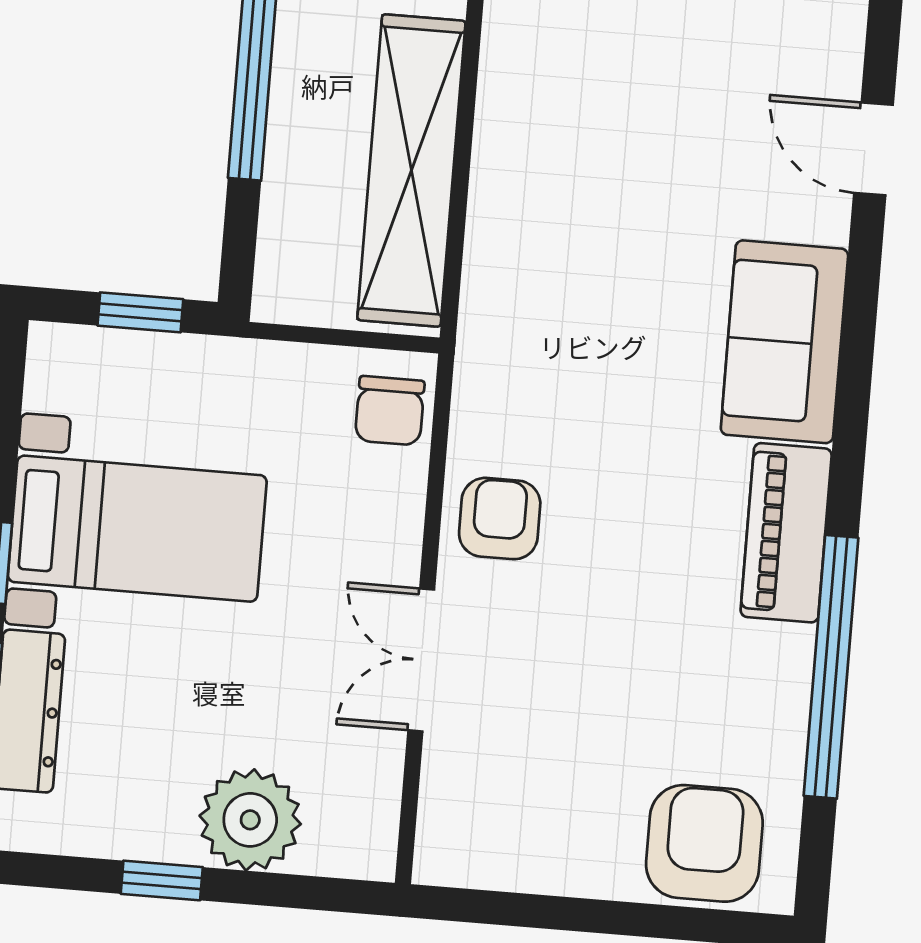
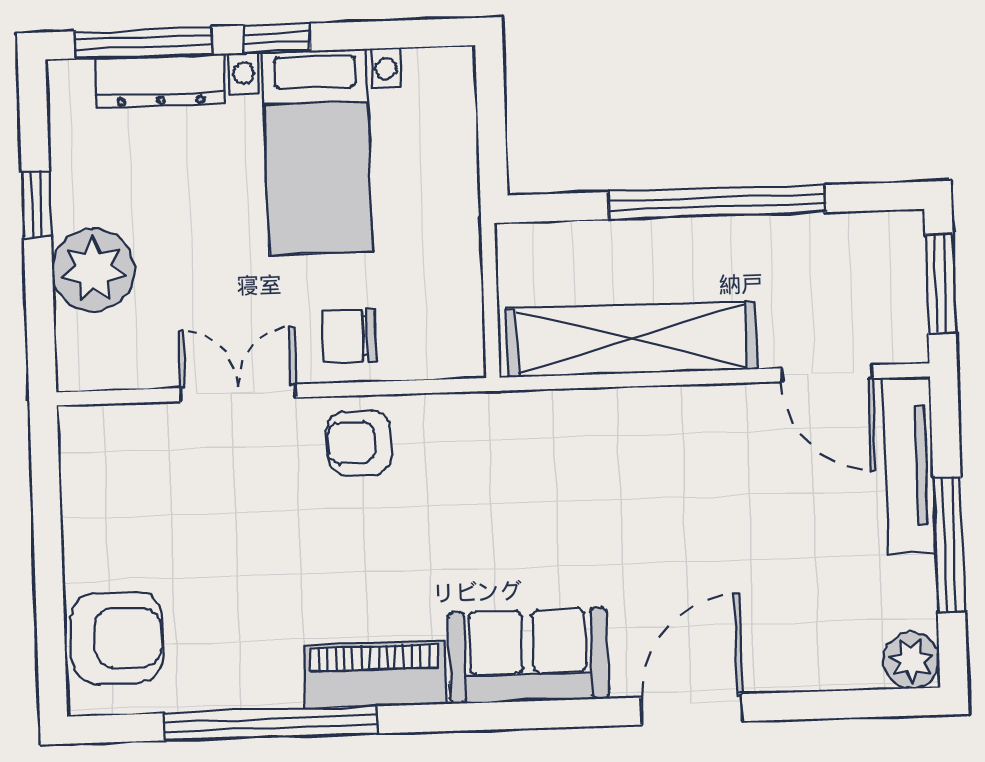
door: (874, 149) -> (692, 709), width x1.38
window: (140, 312) -> (492, 134), removed
chair: (390, 411) -> (349, 336), moved
armchair: (500, 519) -> (359, 443), turned 180

